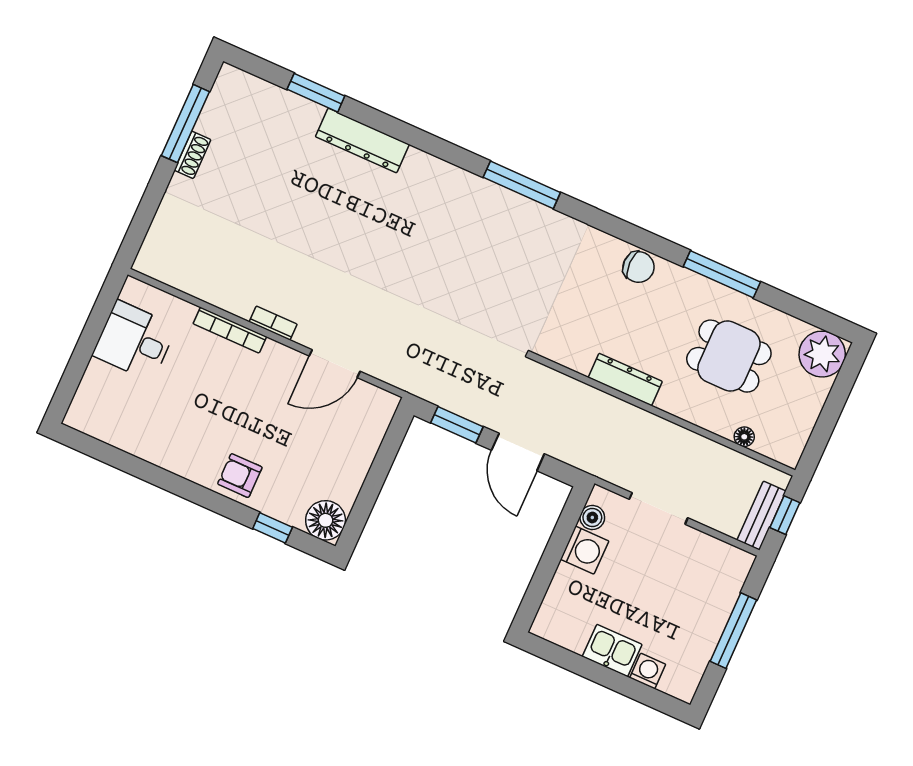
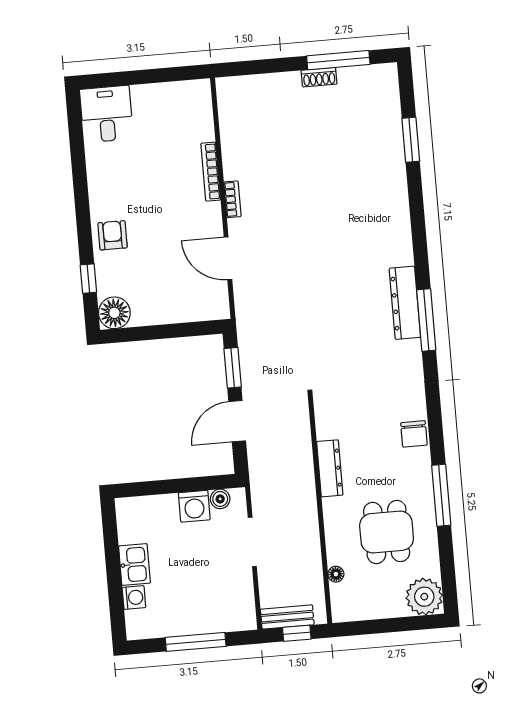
dresser: (362, 140) -> (405, 303), moved
desk: (135, 341) -> (106, 114), moved

